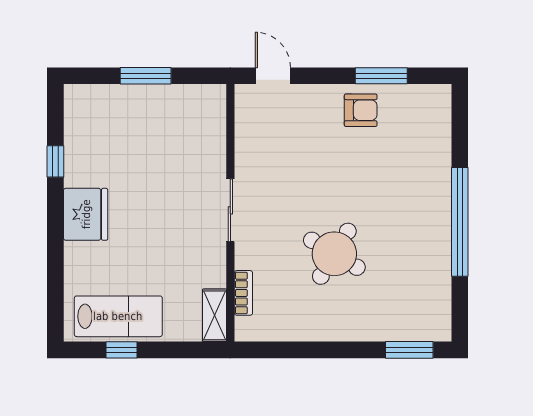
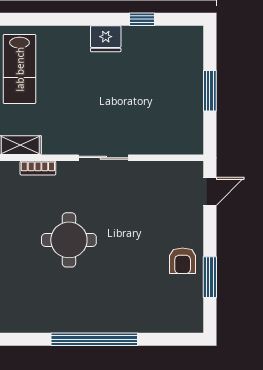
fridge: (86, 214) -> (106, 39), width x0.73, depth x0.75
round table: (334, 254) -> (69, 240), turned -31

